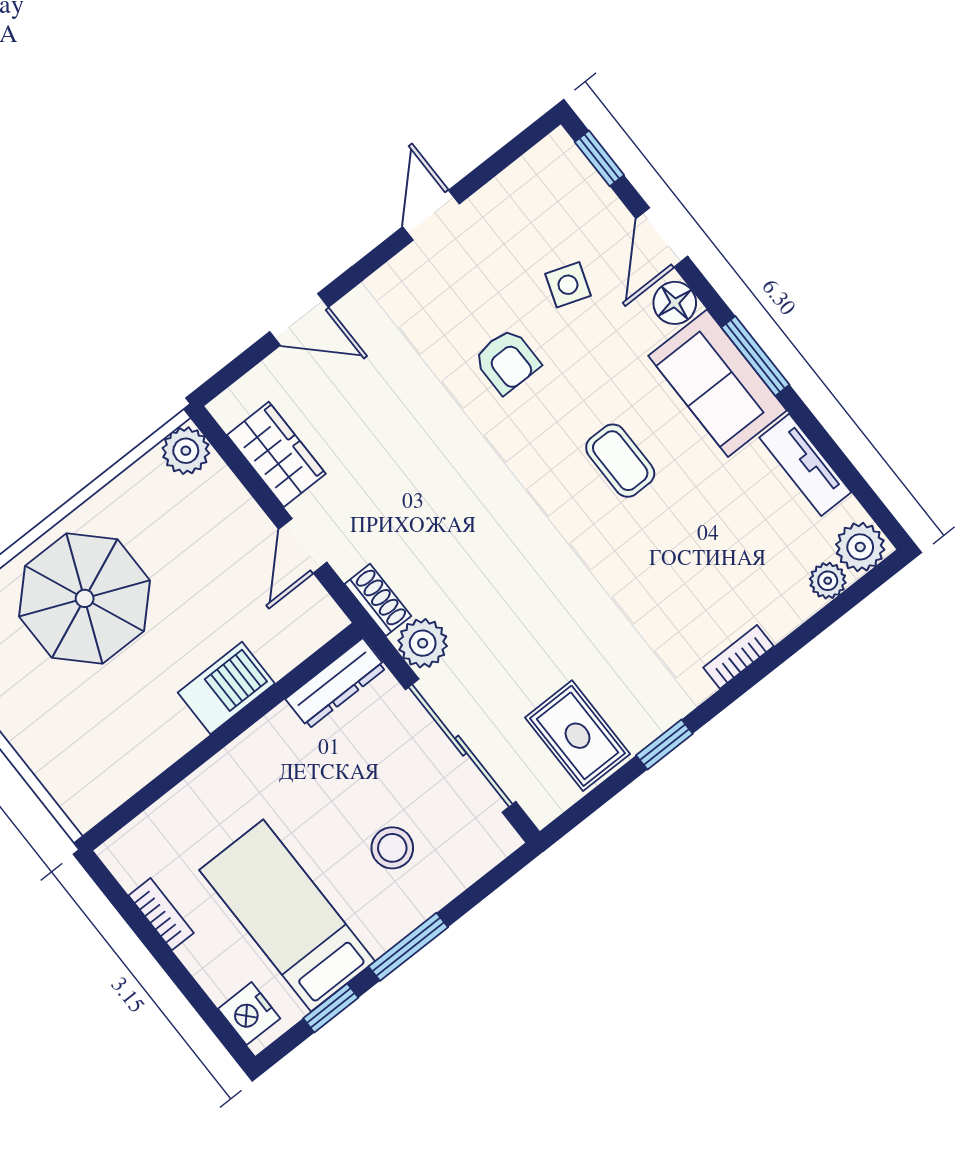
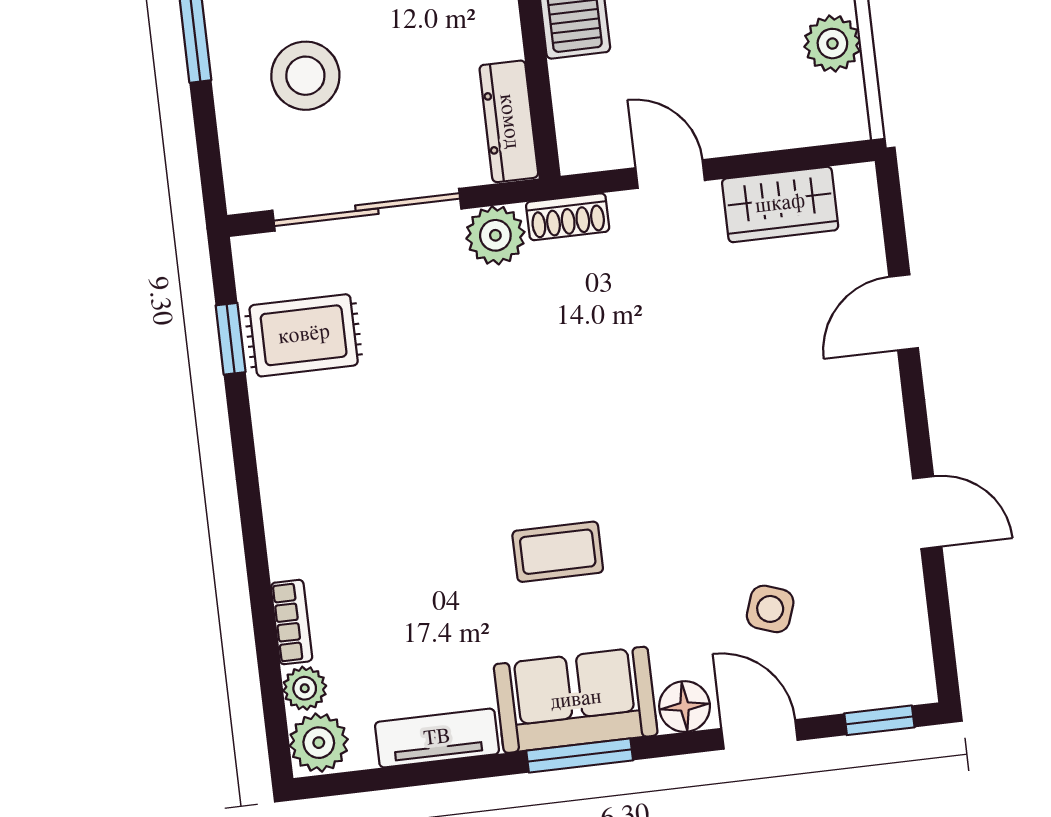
armchair: (507, 361) -> (730, 499), removed
plant: (186, 451) -> (832, 44), moved
bookcase: (739, 657) -> (292, 622), moved
window: (664, 744) -> (231, 339), moved
stool: (392, 848) -> (305, 76), width x1.38, depth x1.38

